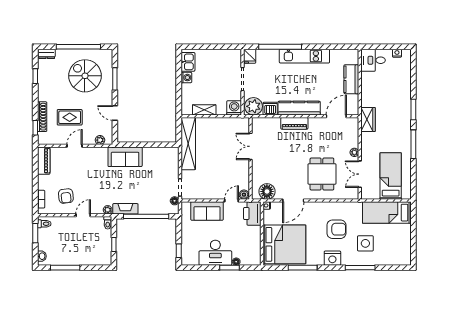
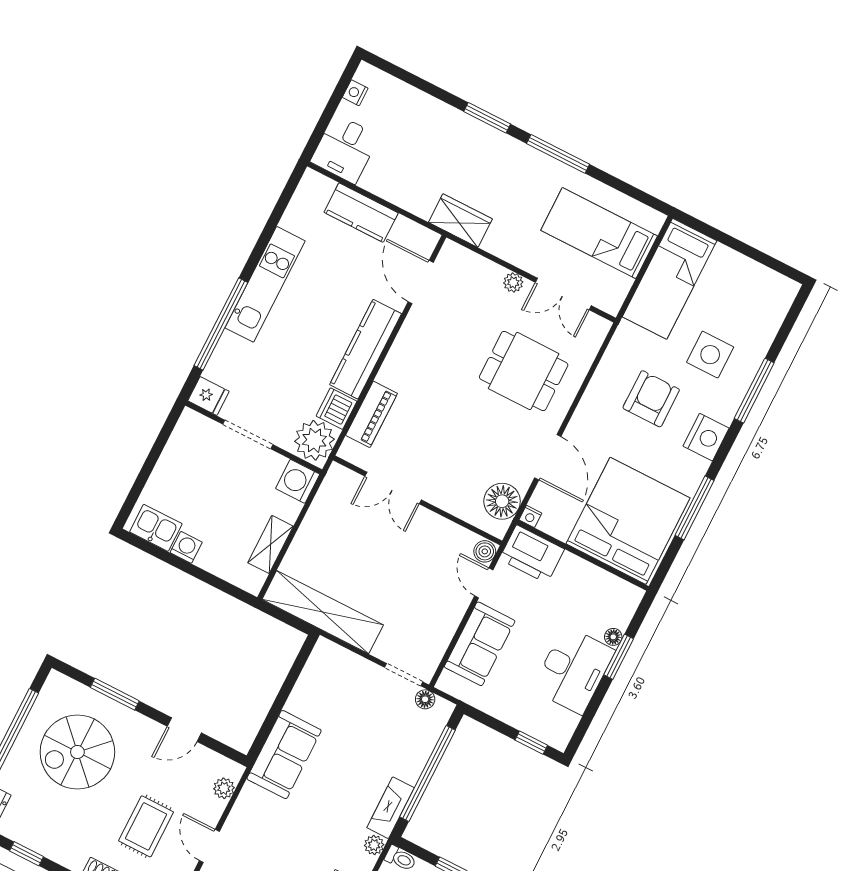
piano: (294, 123) -> (372, 414), moved

